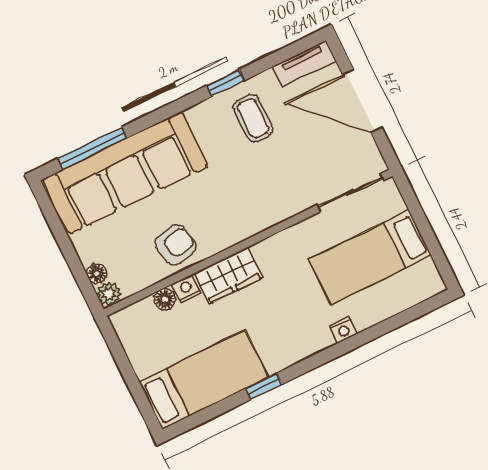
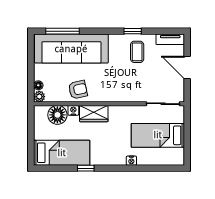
door: (362, 101) -> (187, 67), width x0.73
floor lamp: (165, 299) -> (57, 115), width x1.89, depth x1.89

